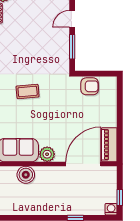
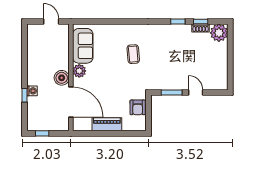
piano: (109, 145) -> (107, 124), moved
boiler: (26, 175) -> (62, 78), moved
washing machine: (111, 209) -> (32, 91), moved

